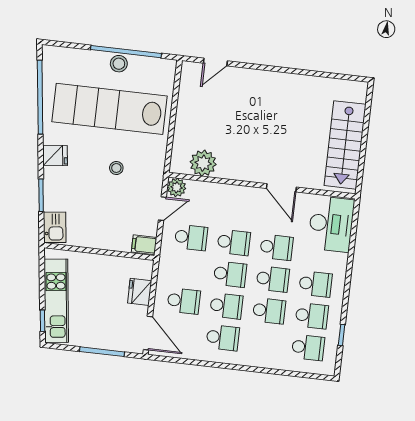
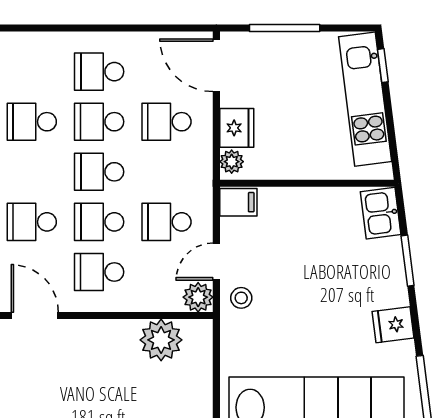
stool: (116, 168) -> (241, 298), moved
plant: (145, 271) -> (232, 162), added
school desk: (273, 279) -> (99, 272), moved

